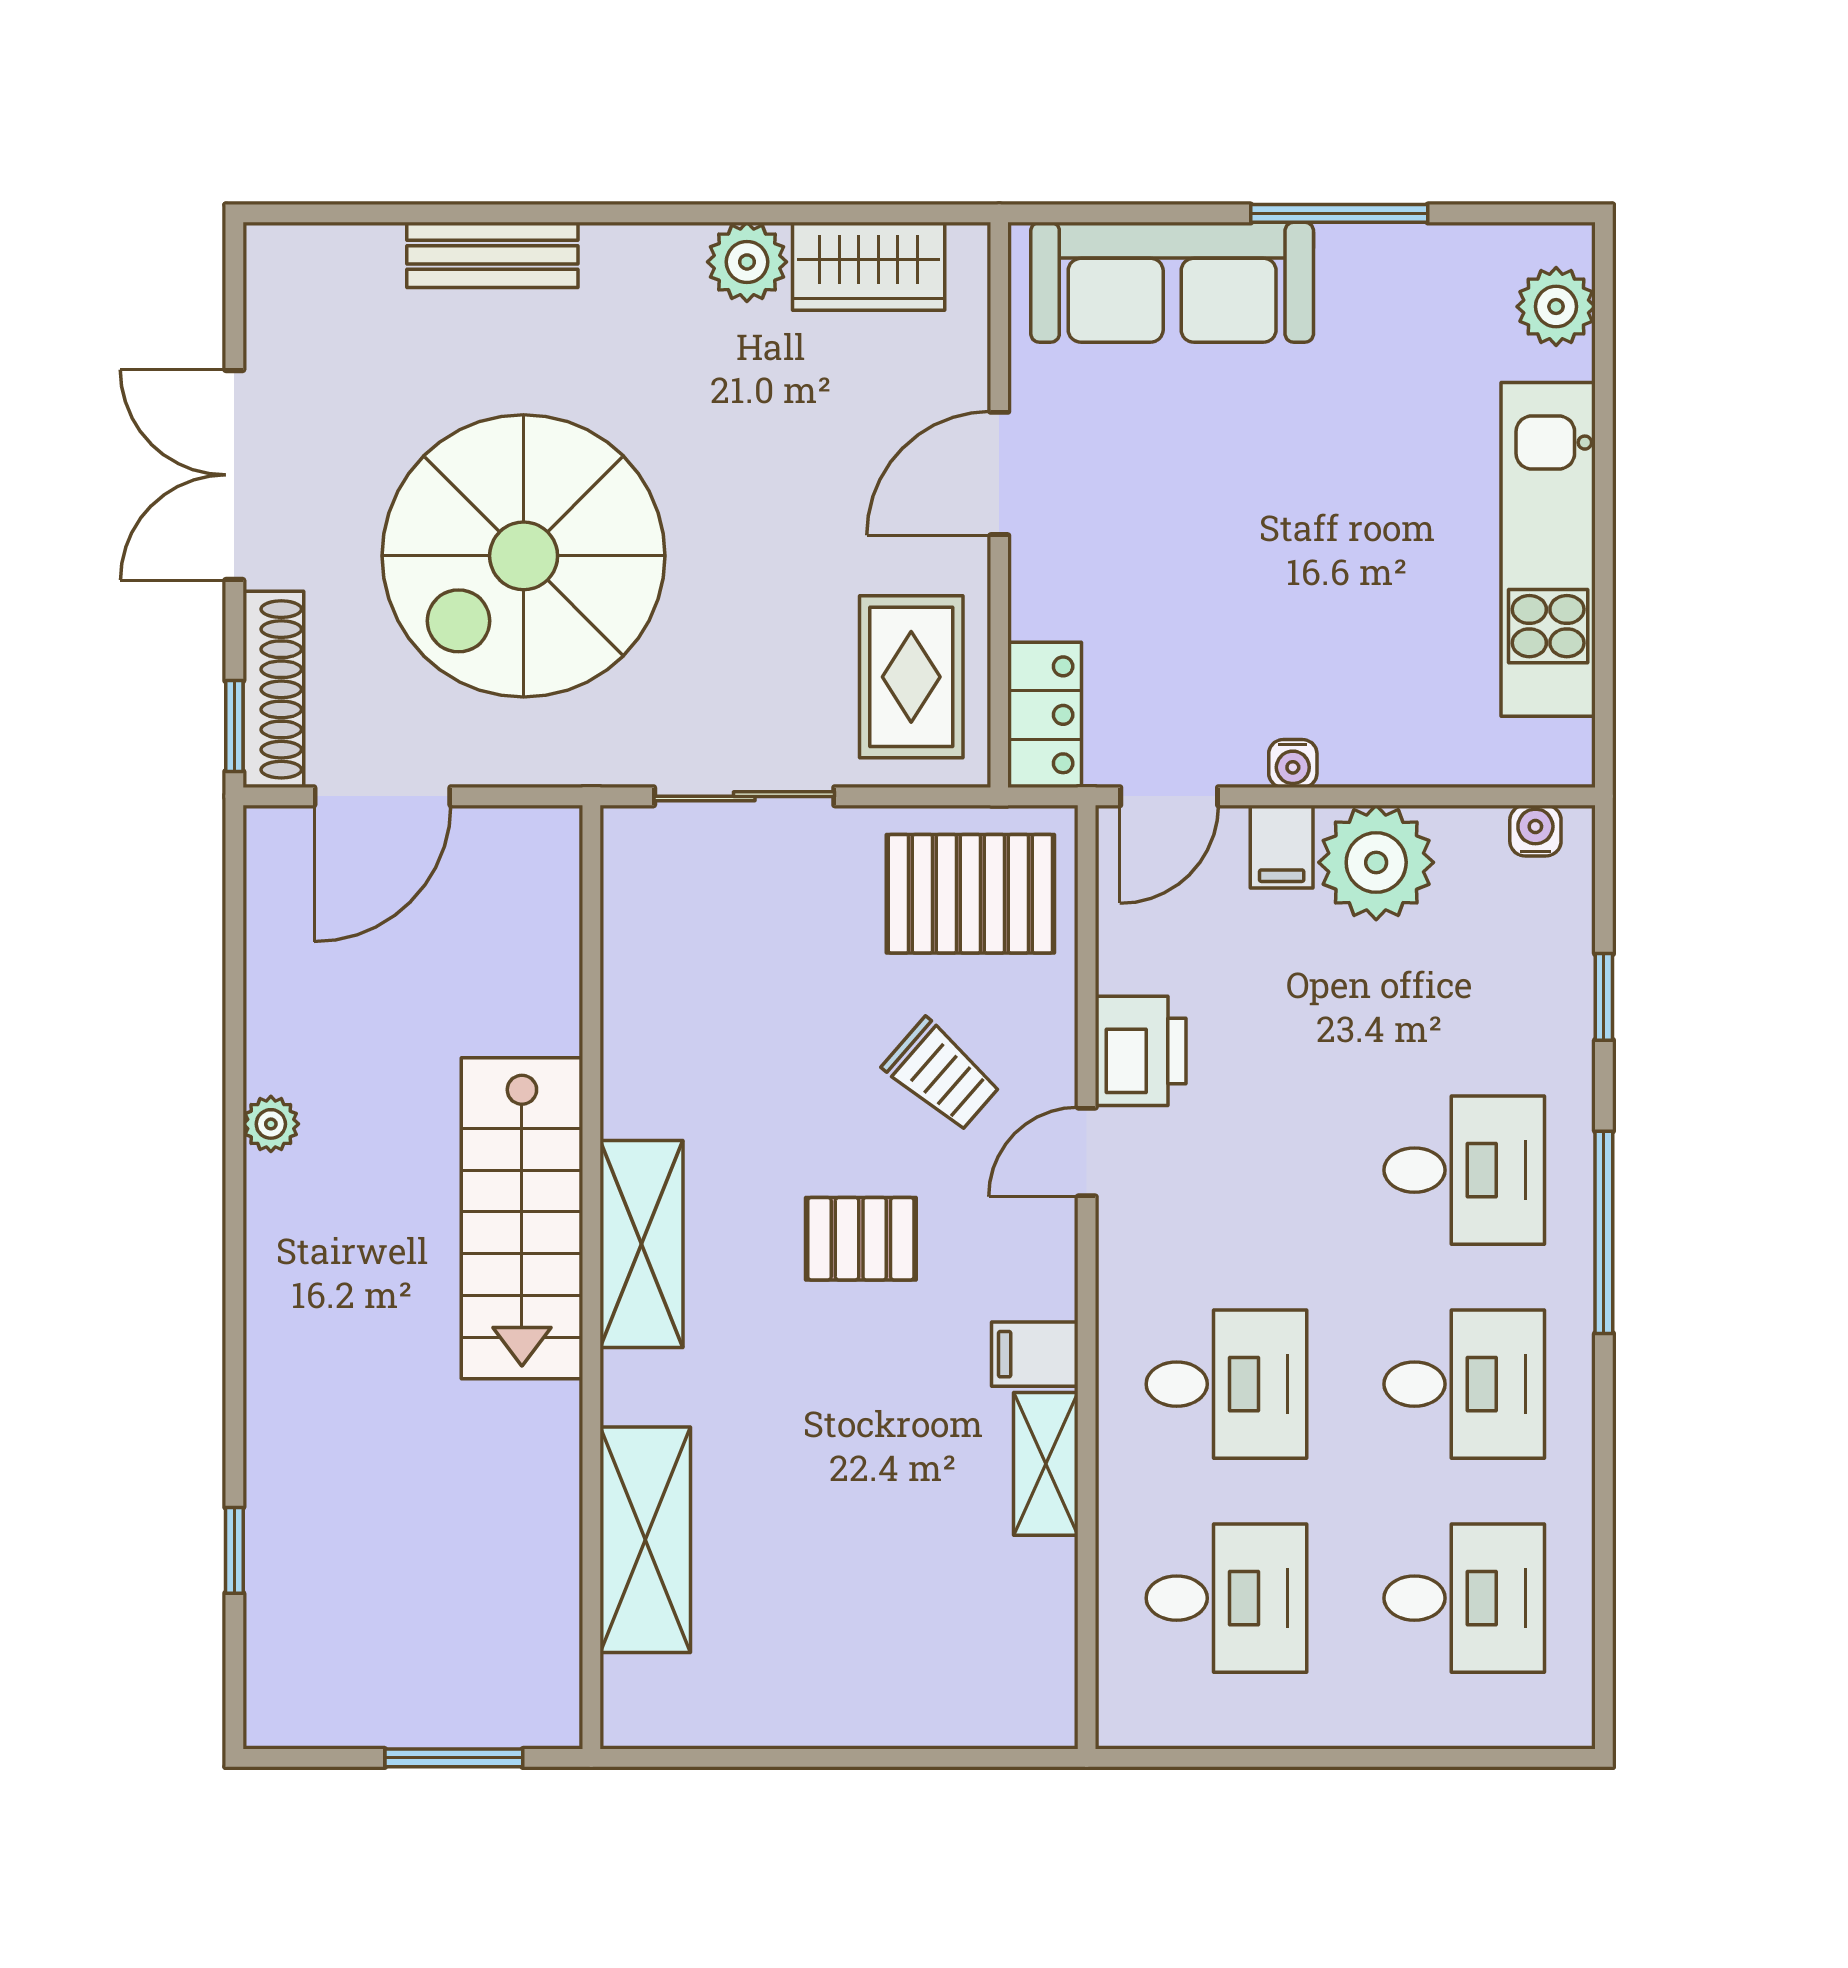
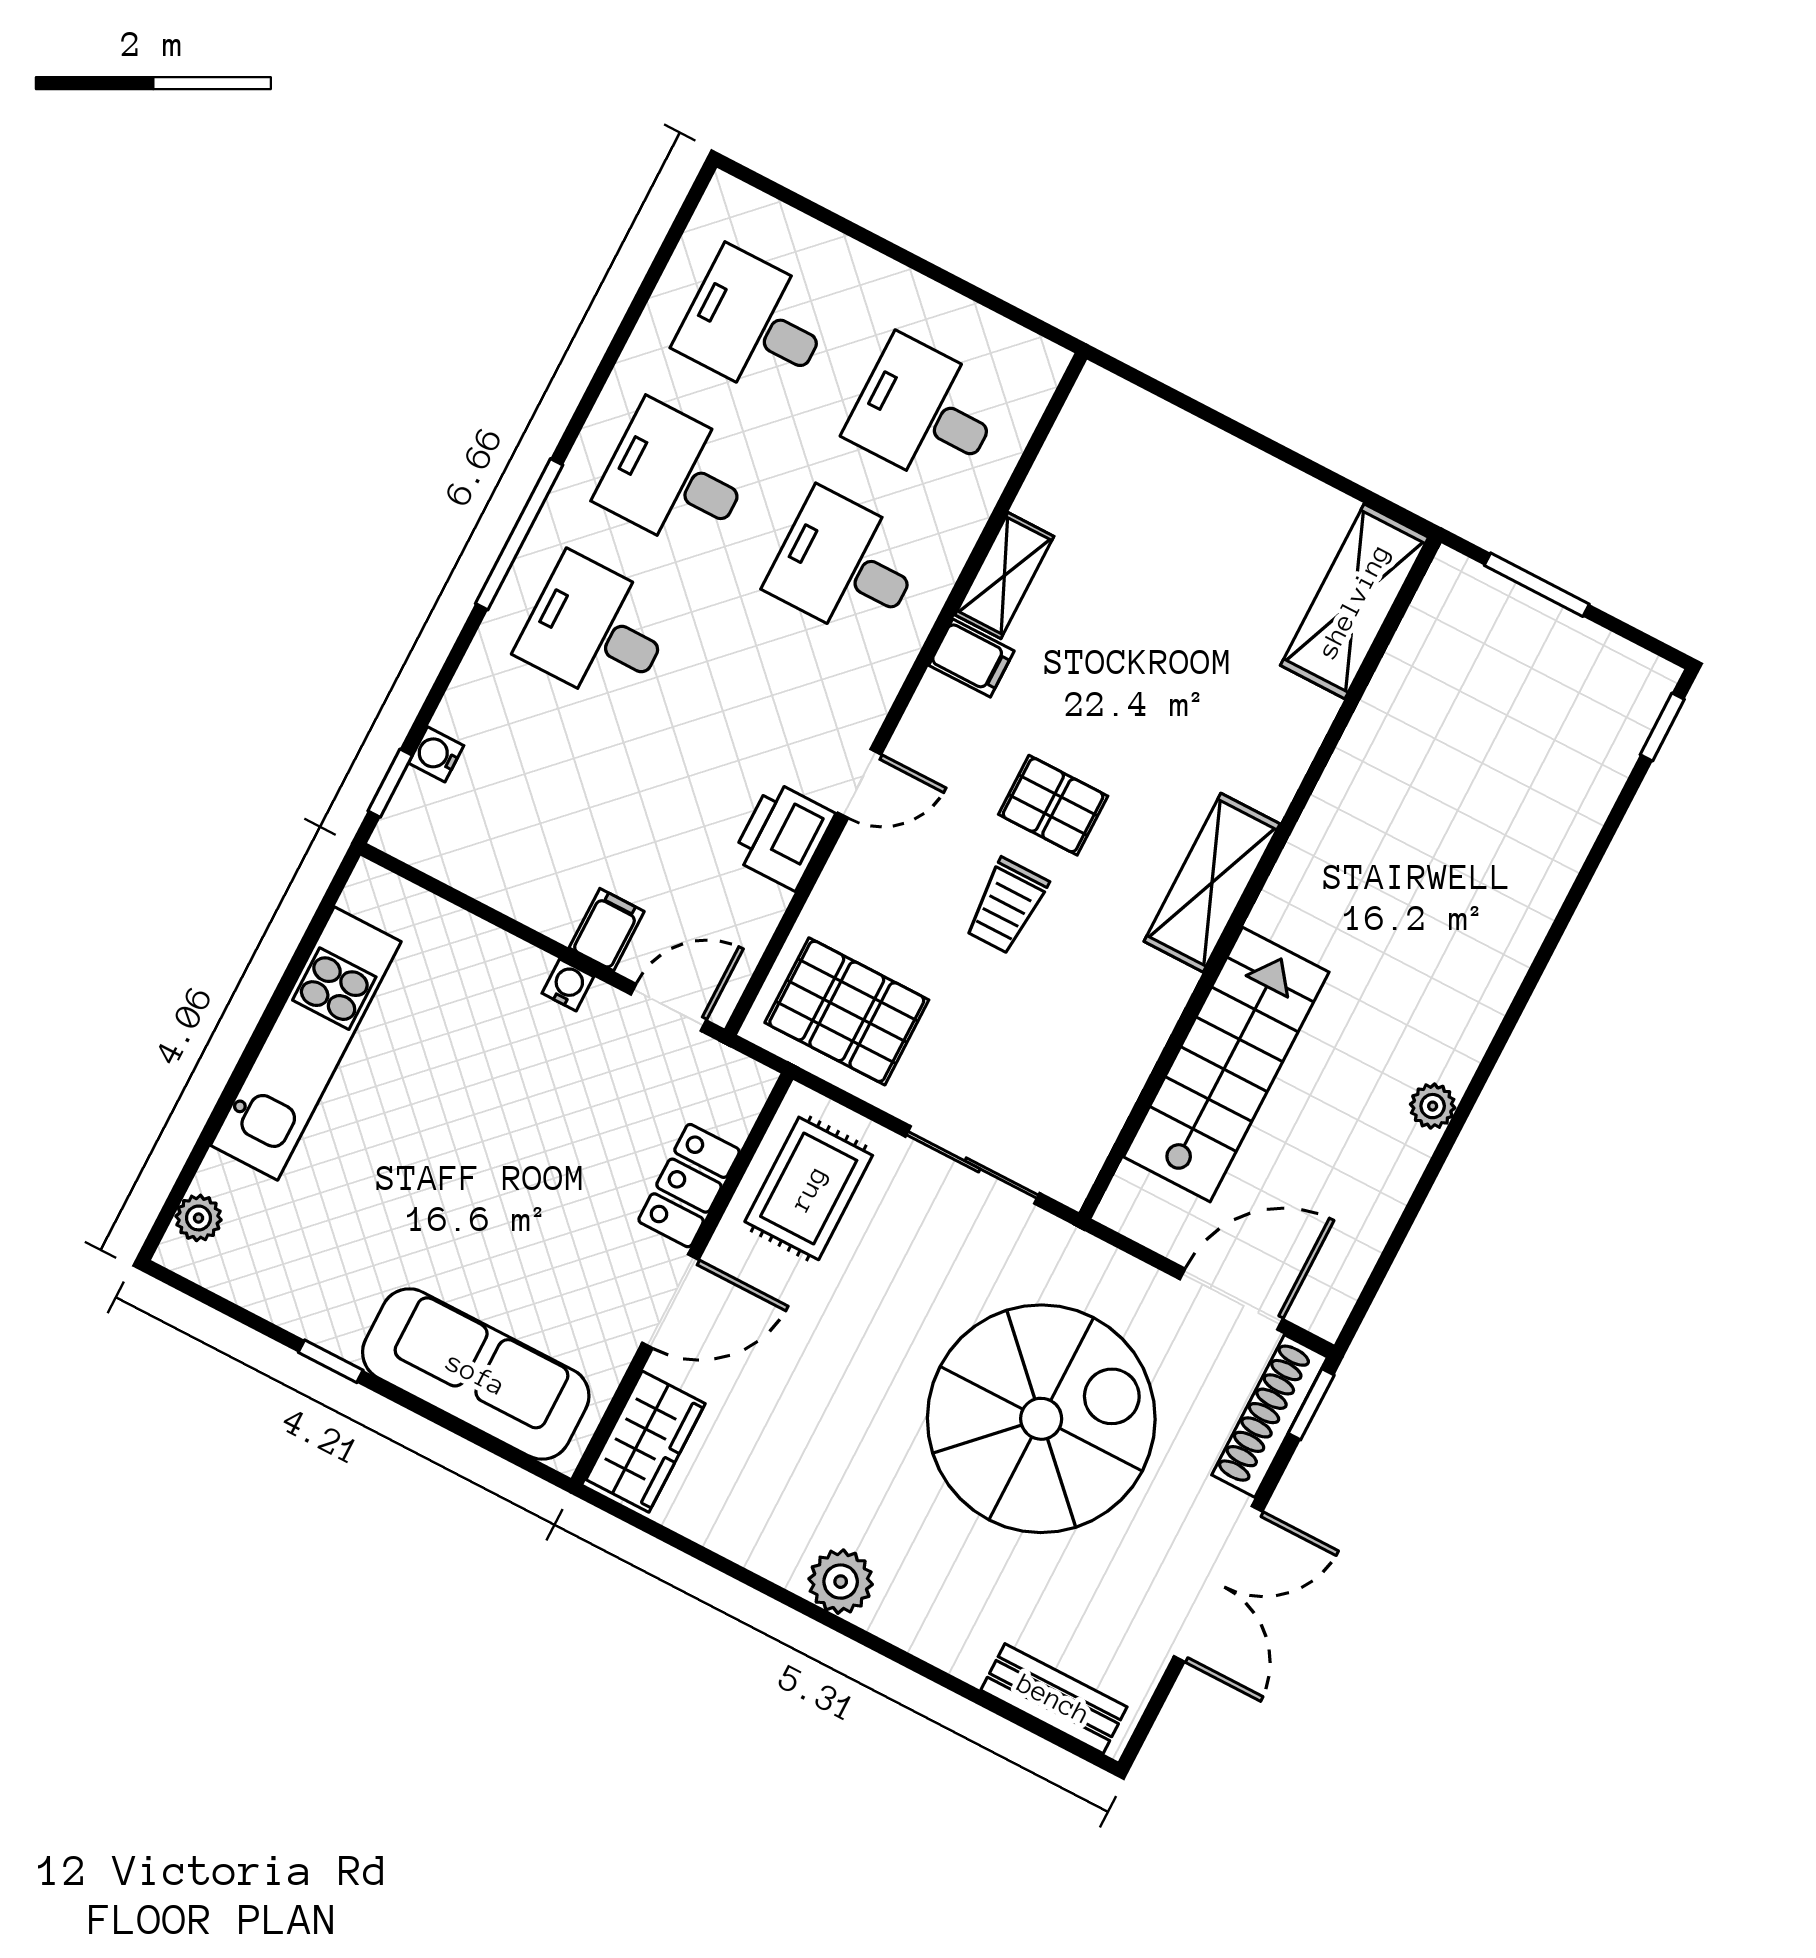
window: (1339, 213) -> (331, 1361), width x0.46
bench: (492, 255) -> (1054, 1699), moved
plant: (747, 262) -> (841, 1582), moved
wardrobe: (869, 266) -> (646, 1442), moved, turned 90
plant: (1556, 307) -> (199, 1218), width x0.73, depth x0.73
locker: (1045, 715) -> (689, 1186), moved
water cooler: (1535, 831) -> (436, 754), moved, turned 90
plant: (1376, 862) -> (545, 883), removed
window: (1604, 997) -> (390, 783), moved
trolley: (942, 1075) -> (1006, 906), moved, turned -131
stairs: (522, 1218) -> (1226, 1065), moved
shelving: (645, 1540) -> (1354, 601), moved
window: (234, 1550) -> (1662, 727), moved

